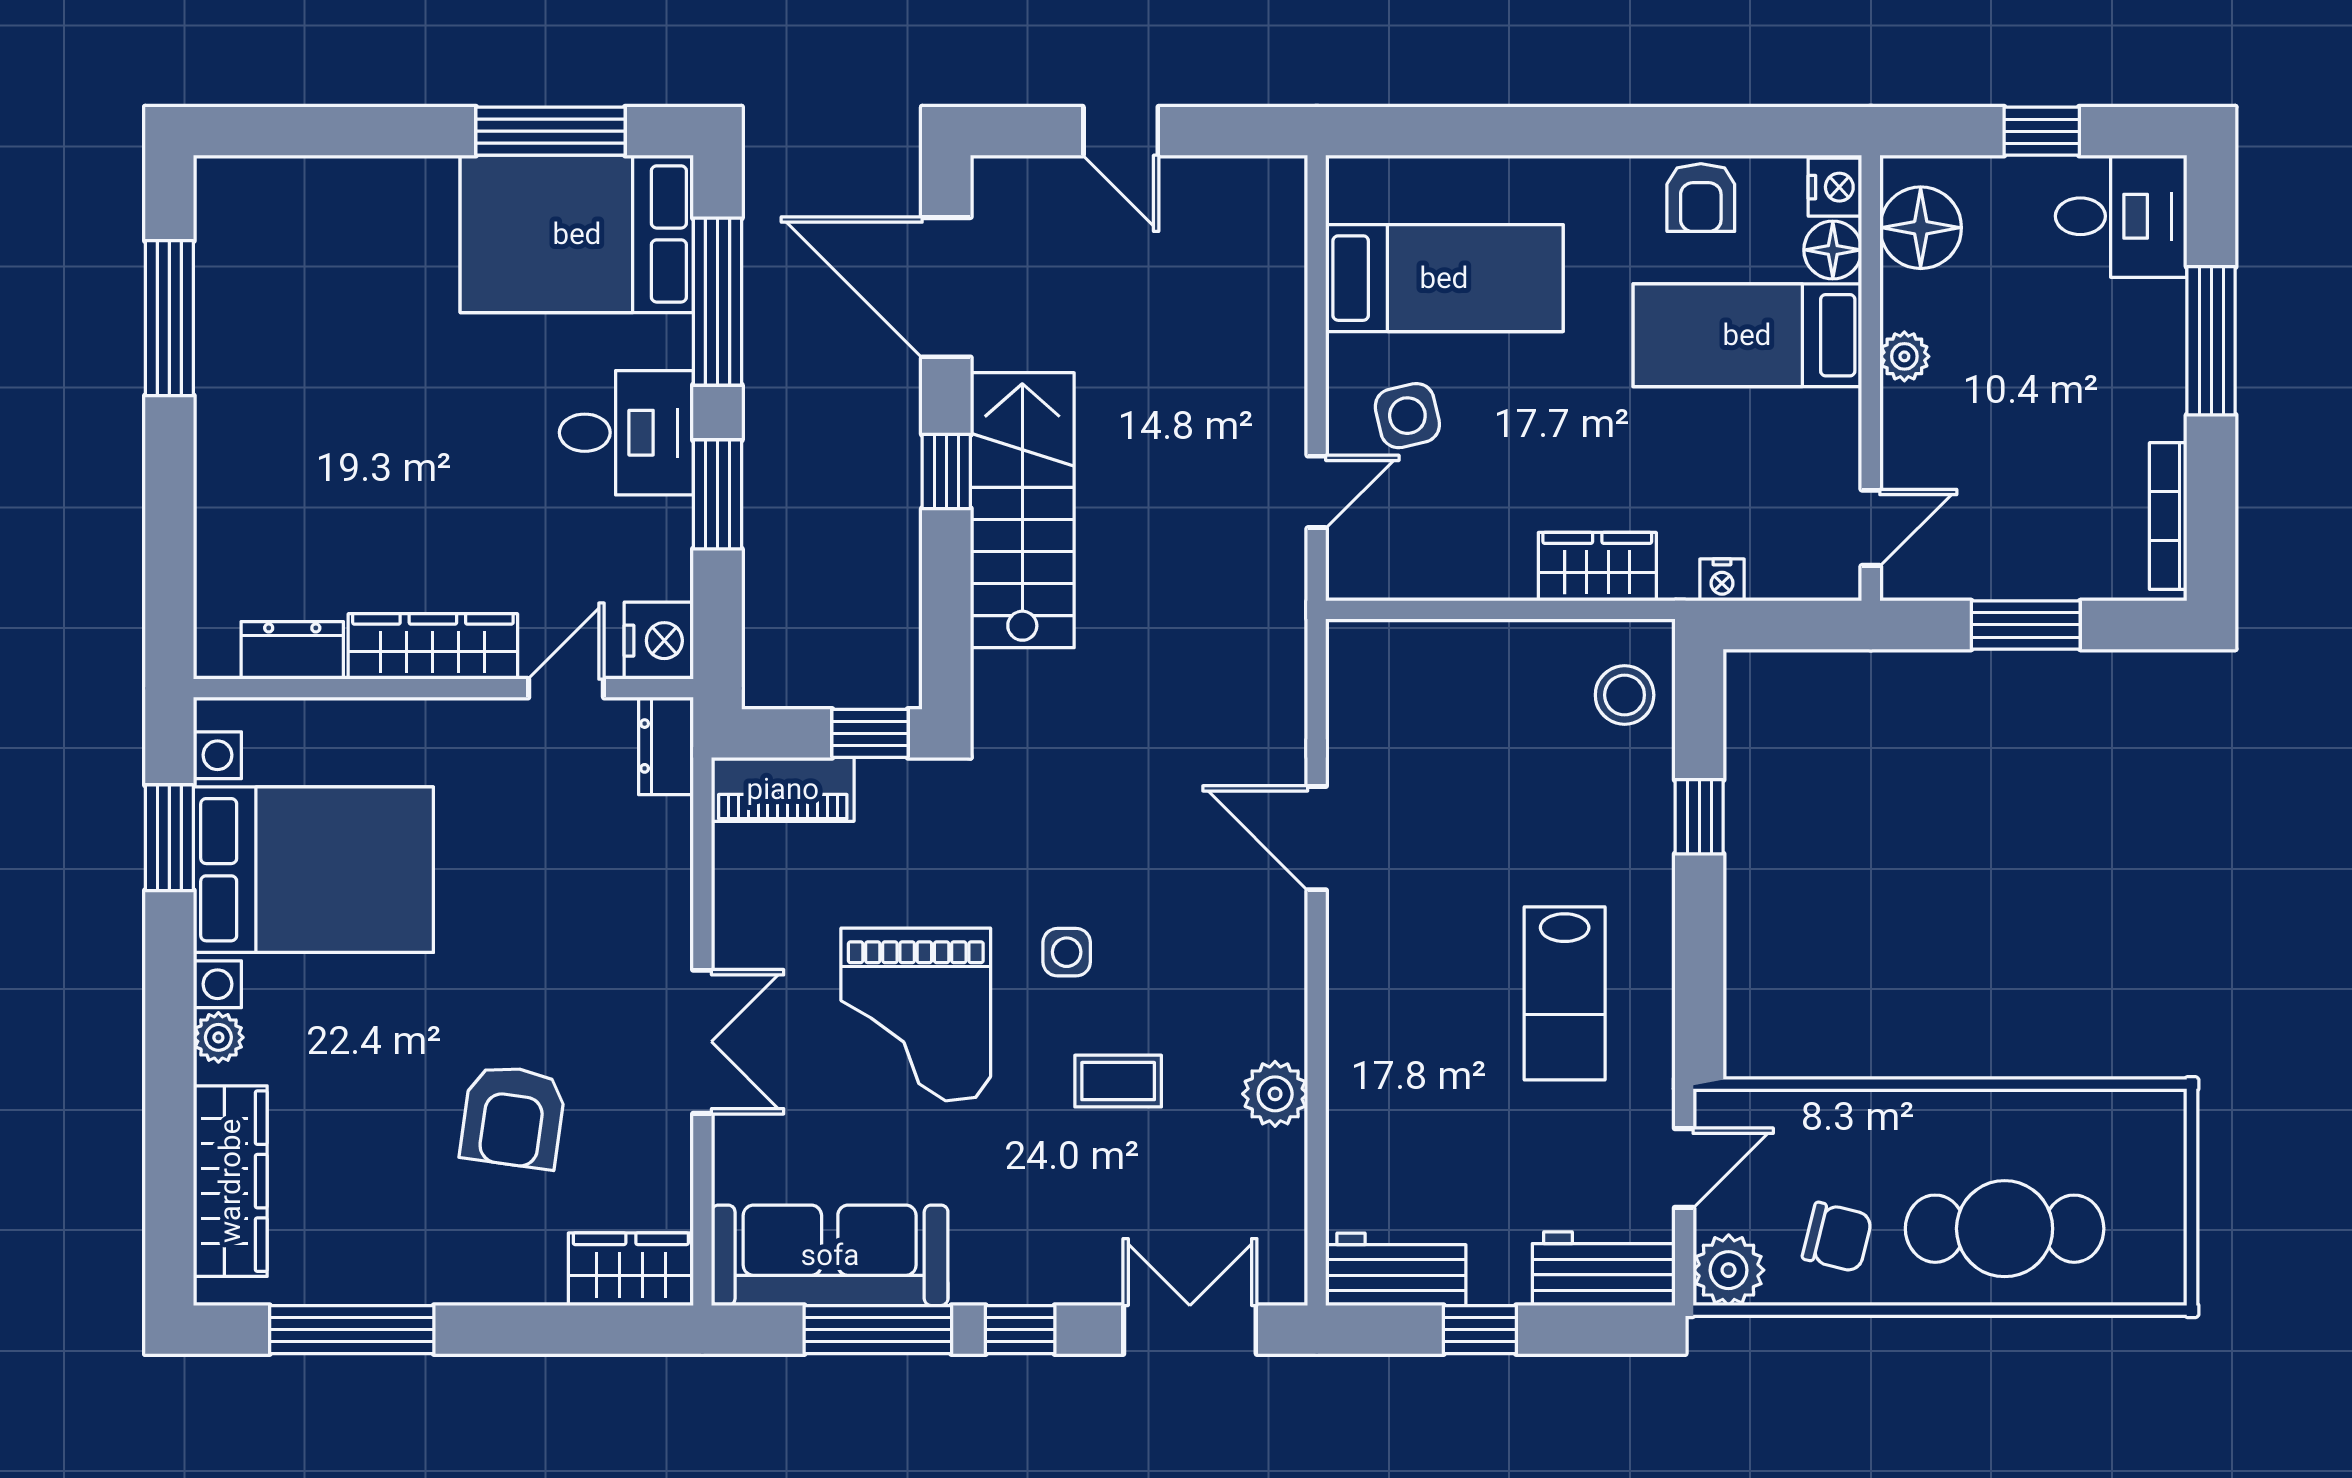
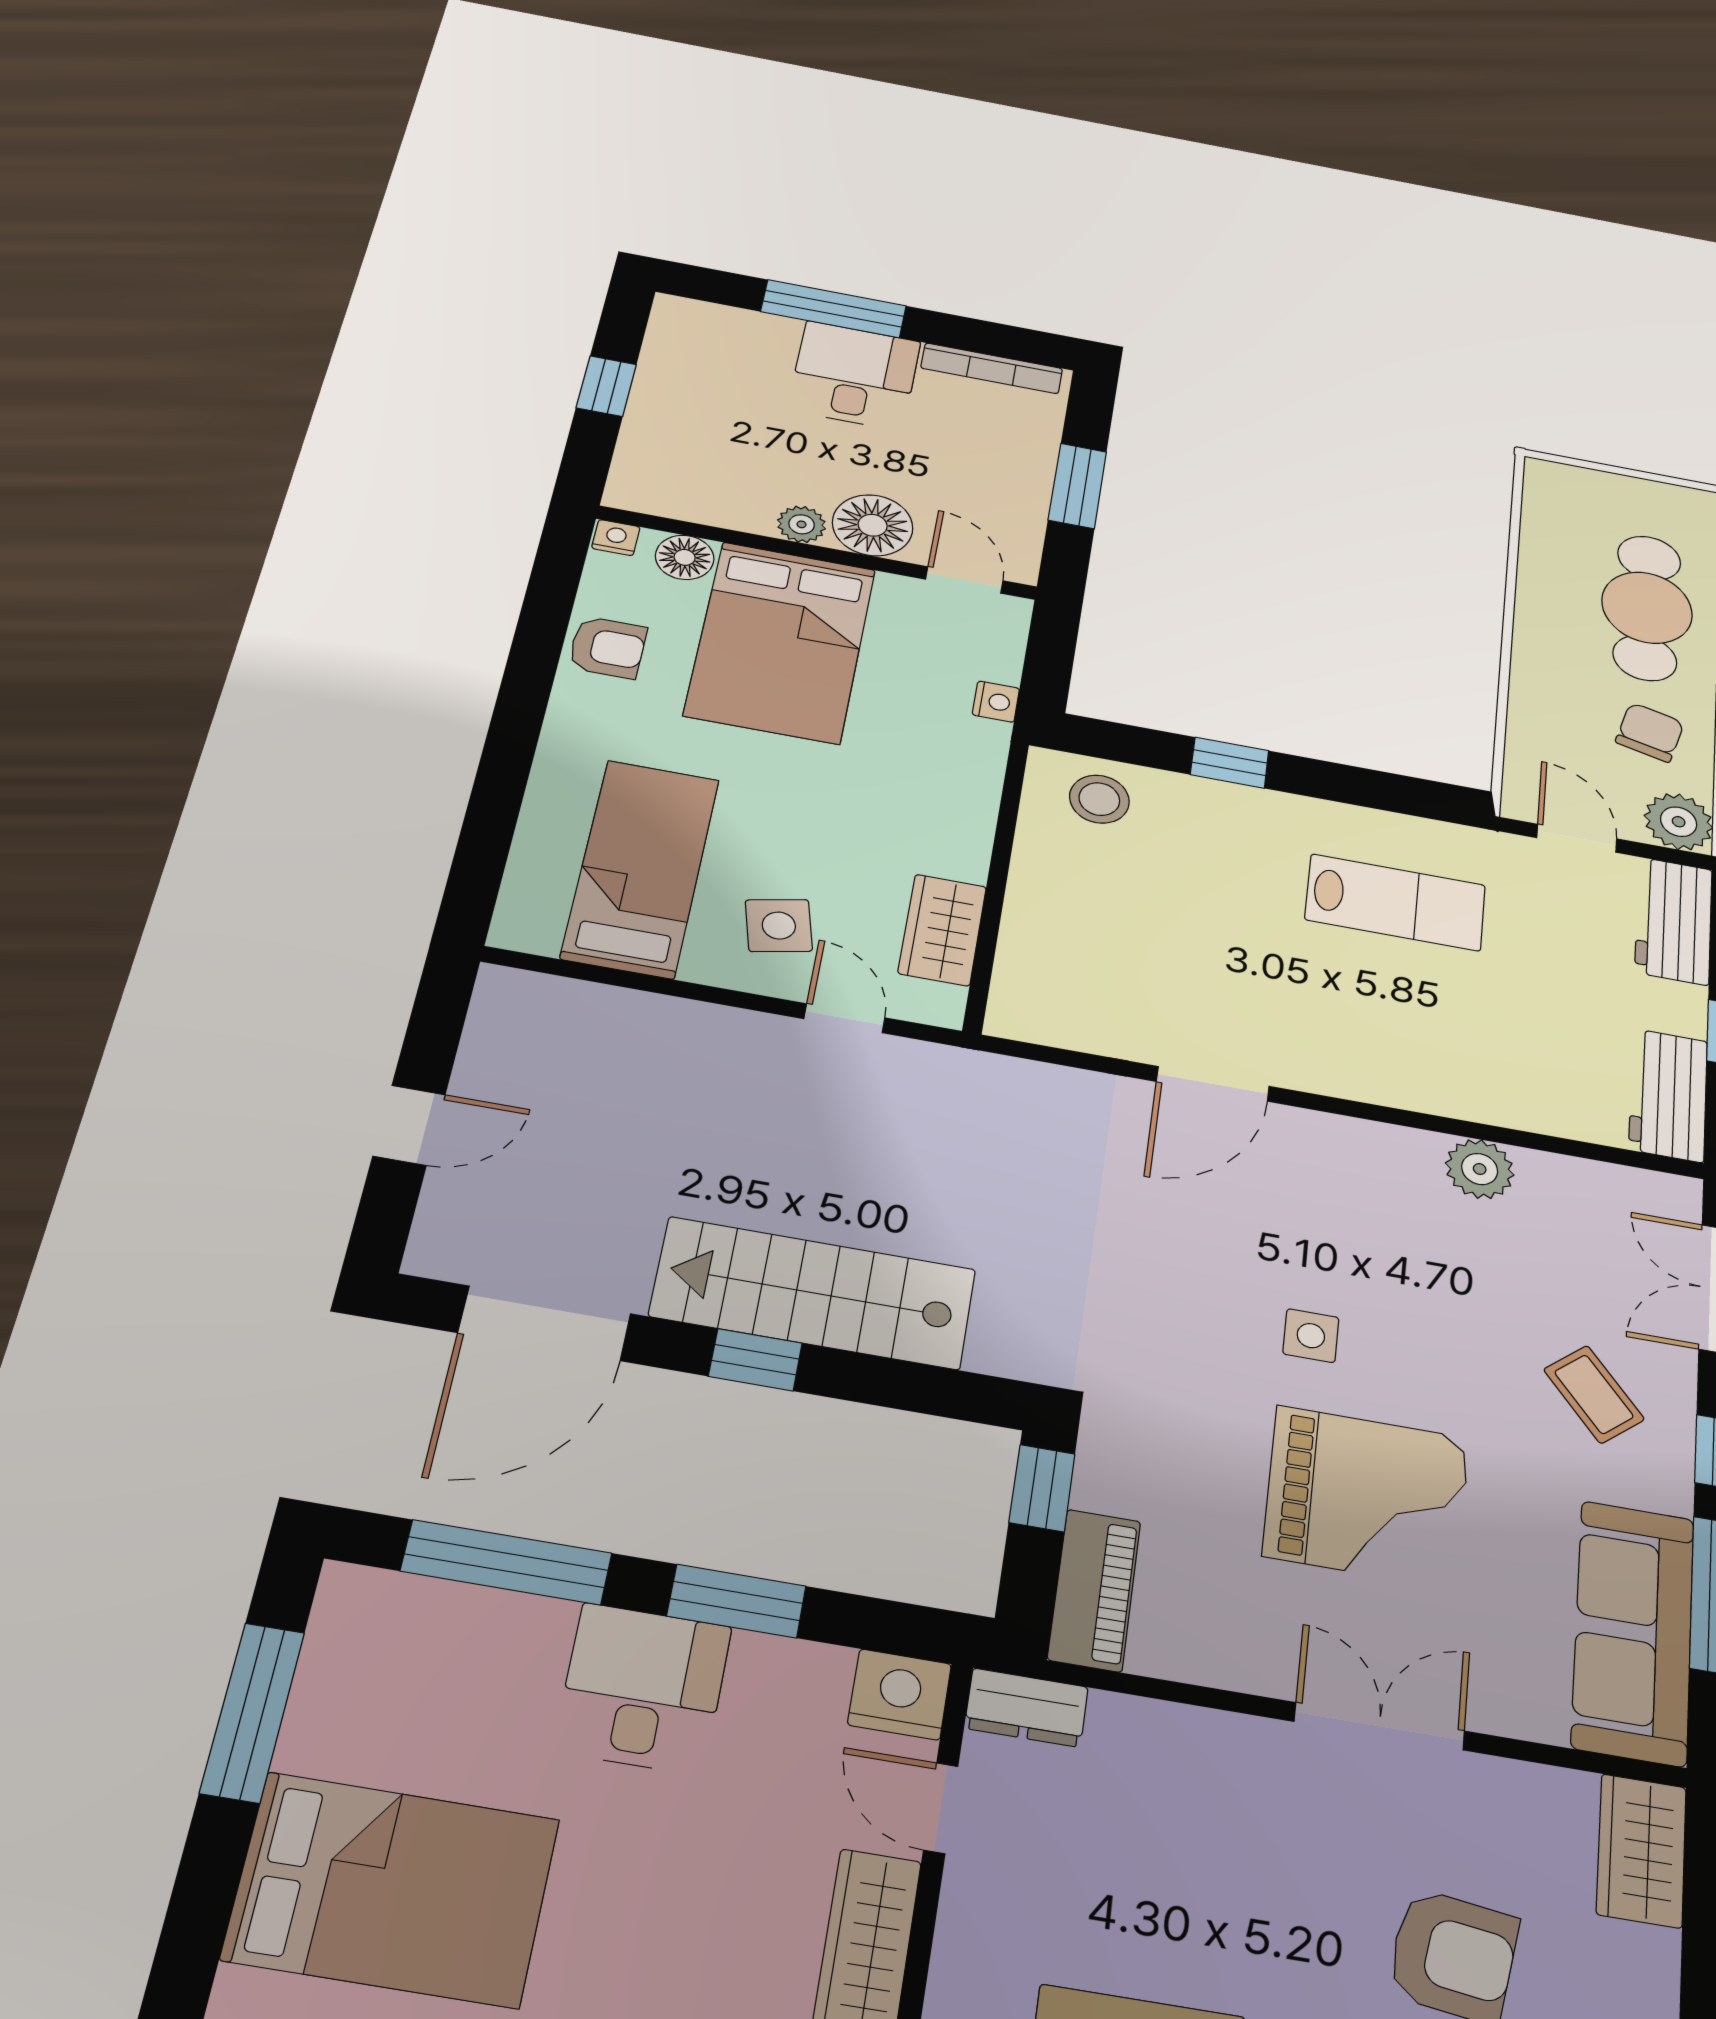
nightstand: (1835, 187) -> (616, 538), width x0.72, depth x0.74
desk: (2121, 216) -> (854, 376), moved
floor lamp: (1921, 228) -> (873, 525), moved
bed: (577, 234) -> (392, 1889), moved, turned -90
bed: (1747, 335) -> (781, 642), width x1.50
wardrobe: (1597, 567) -> (942, 930), moved
coffee table: (1118, 1081) -> (1594, 1394), moved, turned -40

